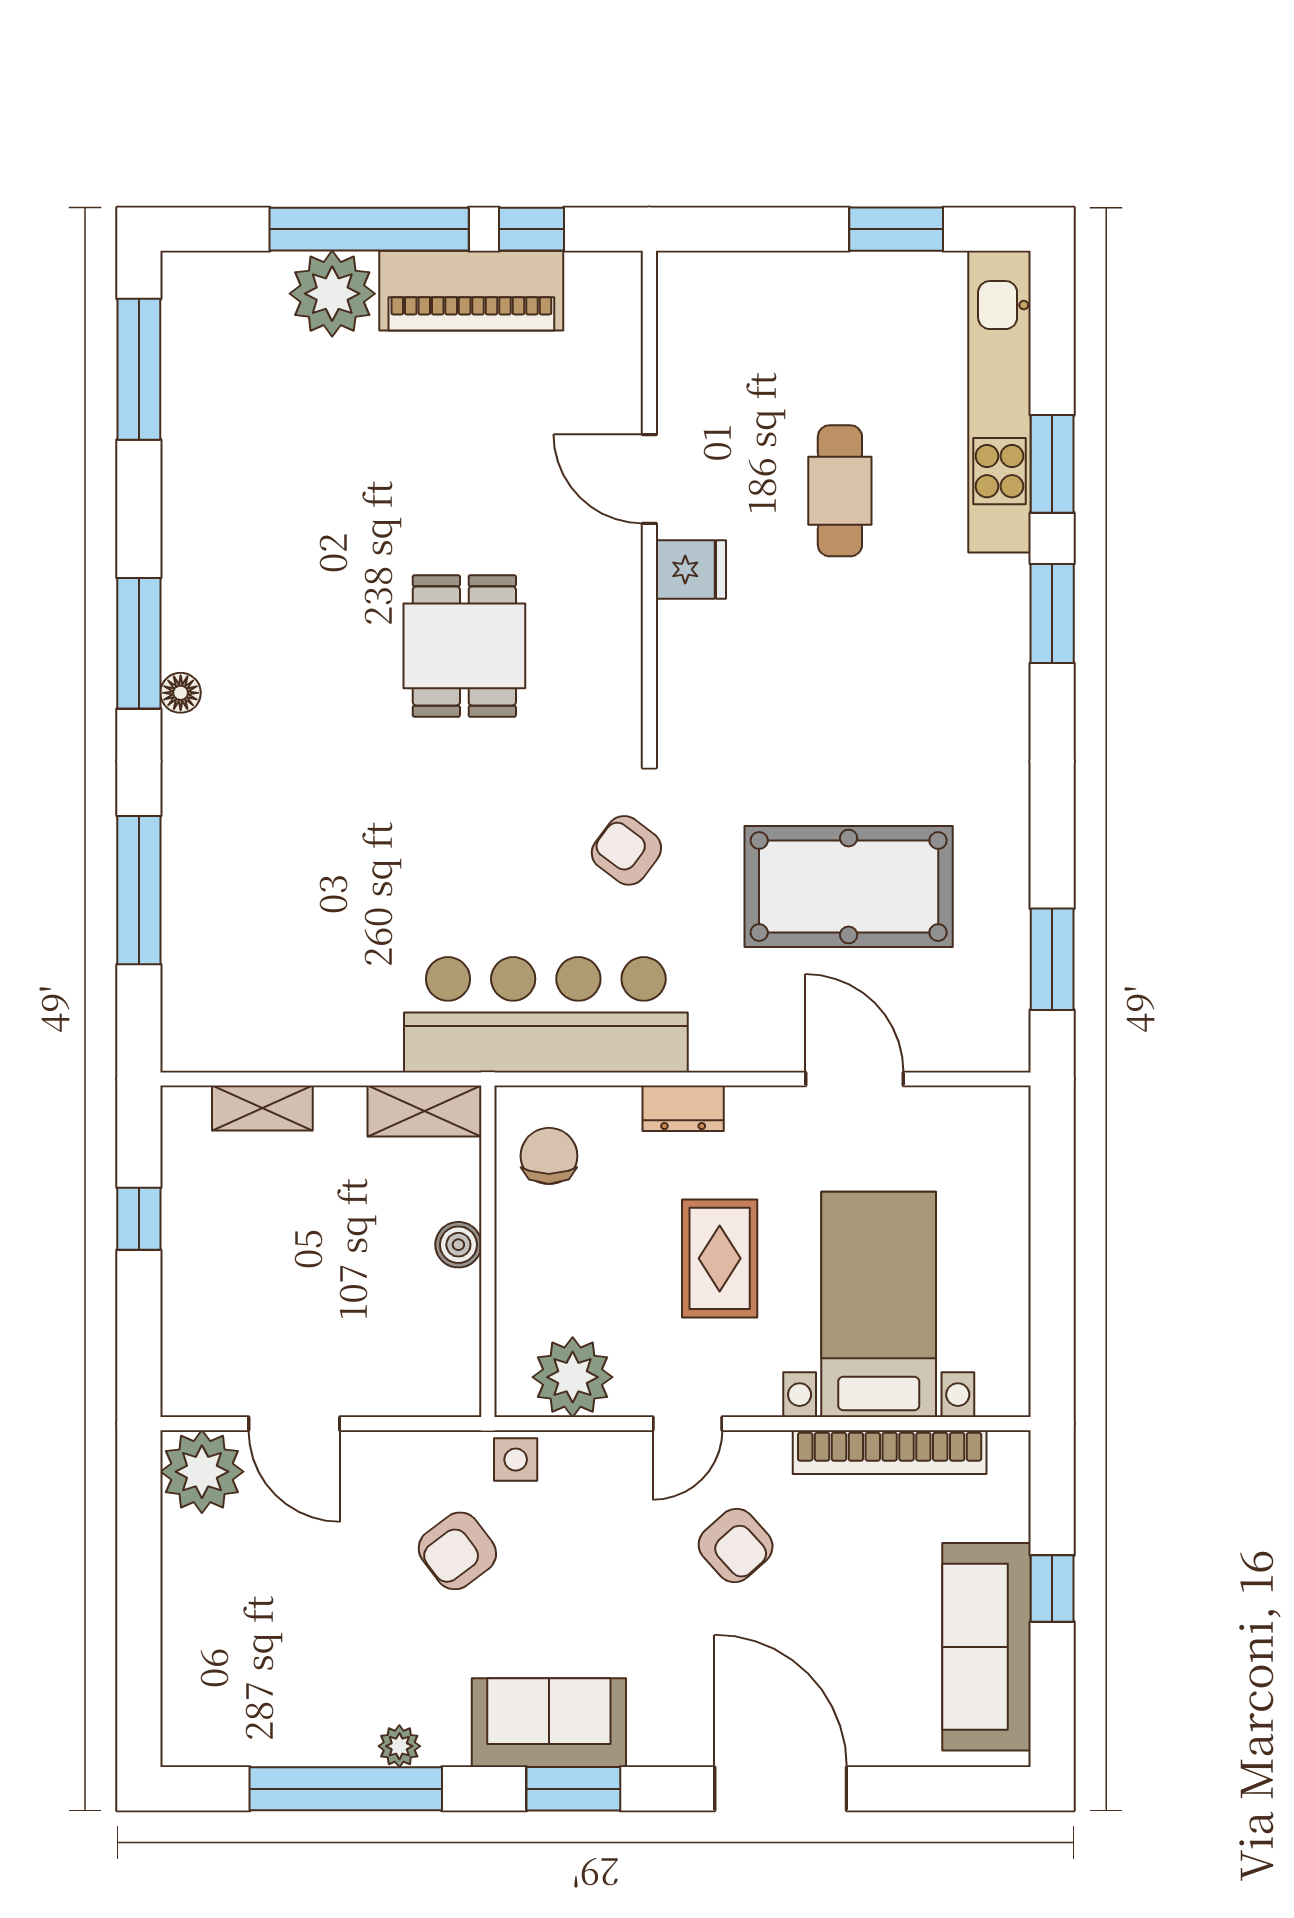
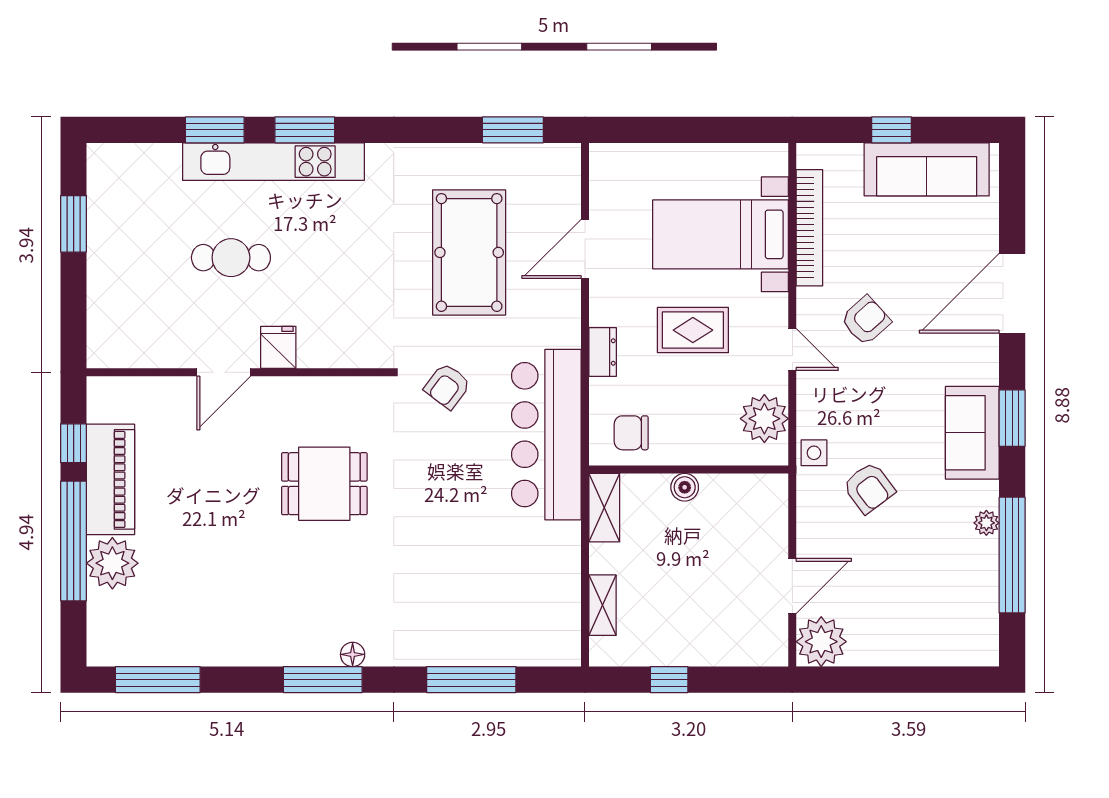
kitchen unit: (999, 402) -> (273, 162), moved

